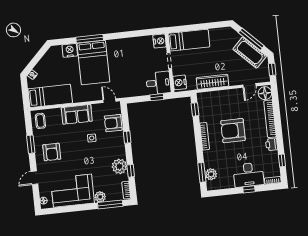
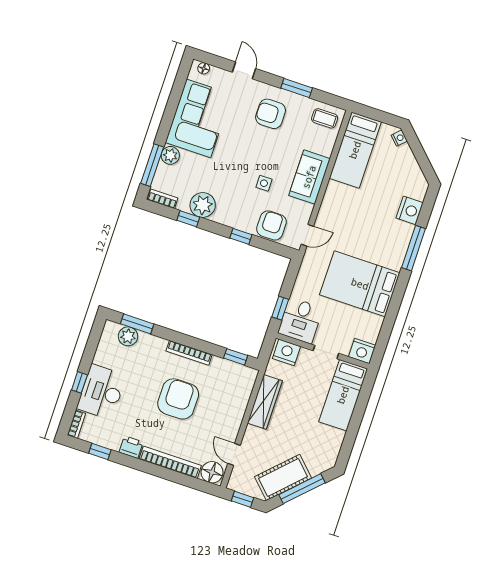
bed: (93, 63) -> (360, 284), moved

